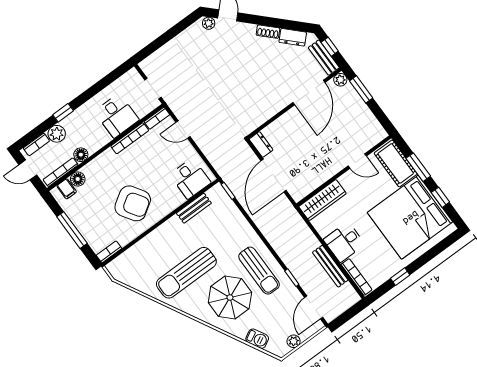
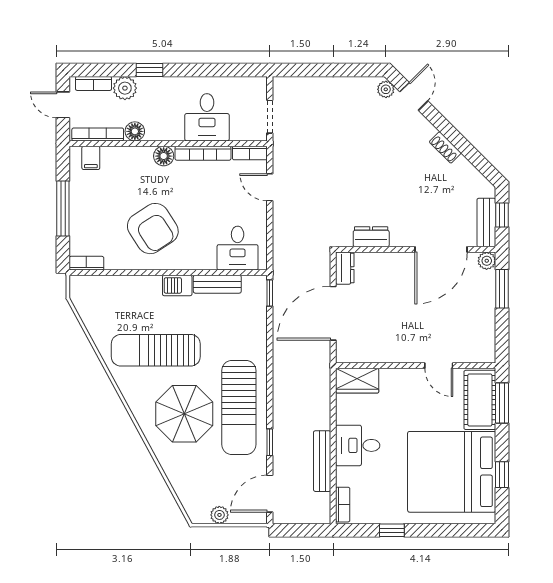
dresser: (293, 37) -> (371, 237), moved, turned 135
window: (418, 167) -> (502, 403), moved
floor lamp: (78, 179) -> (164, 156), moved
wardrobe: (322, 200) -> (357, 381), width x0.67
sun lounger: (259, 271) -> (239, 408), width x1.36, depth x1.34
bookcase: (357, 277) -> (343, 505), width x0.64
barbecue: (257, 339) -> (177, 285), moved, turned 118

